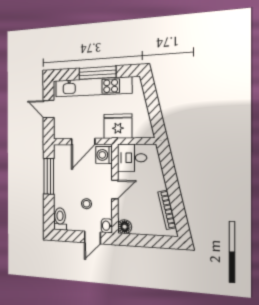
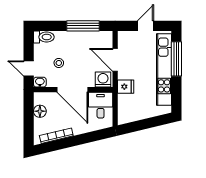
window: (97, 73) -> (176, 59), moved
fridge: (118, 126) -> (126, 87), width x0.53, depth x0.75
door: (115, 190) -> (72, 90), width x1.88
floor lamp: (125, 227) -> (40, 111), moved

